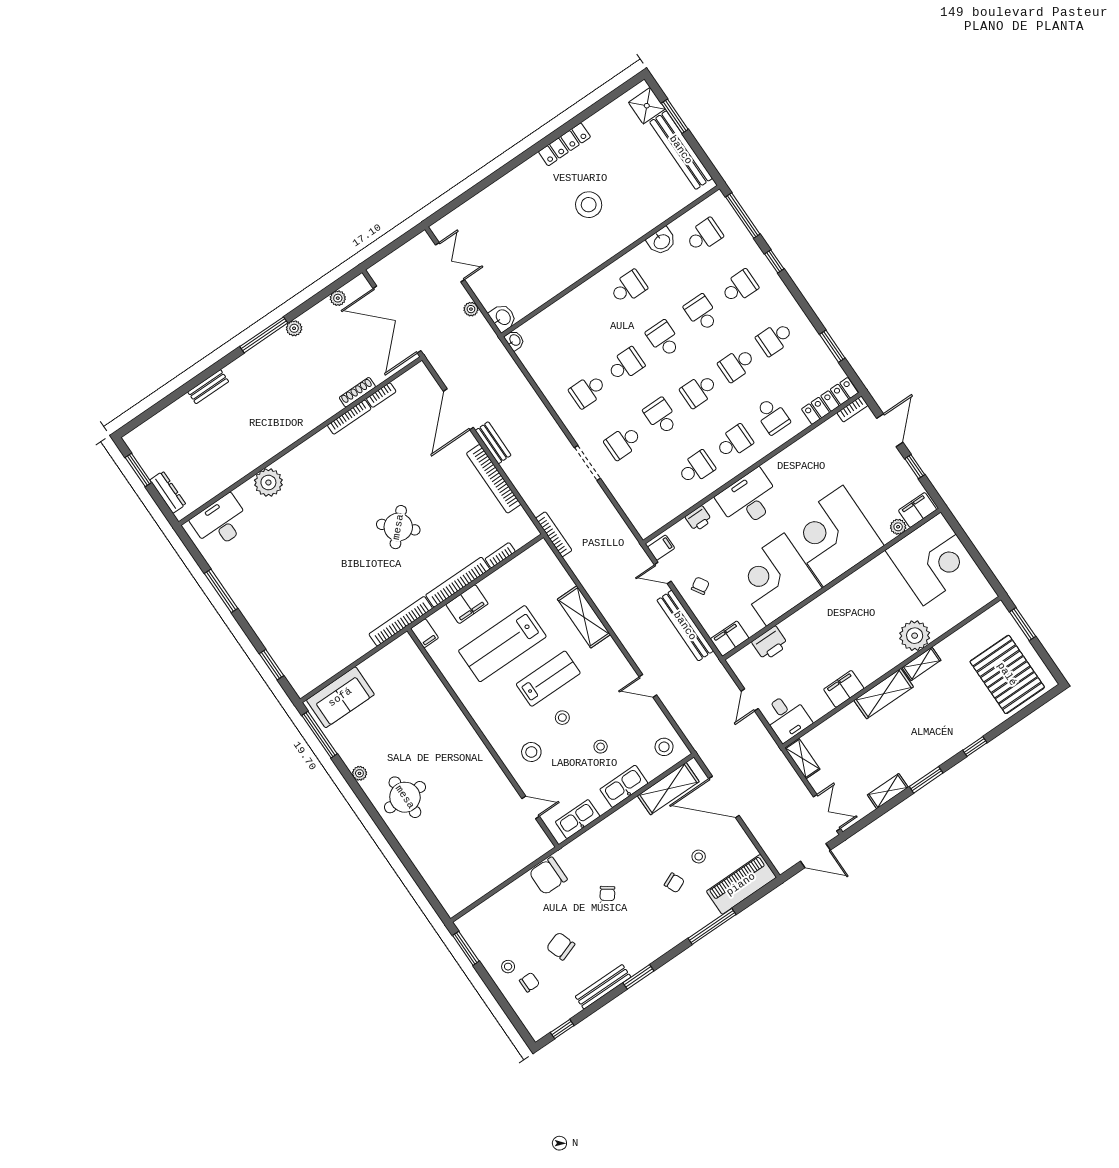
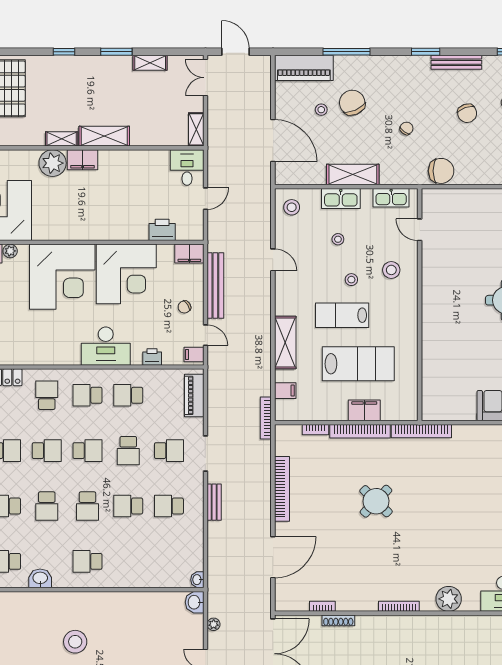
school desk: (588, 391) -> (169, 506), turned 180
bookcase: (349, 417) -> (399, 606), moved
bench: (493, 443) -> (214, 502), moved
piano: (635, 510) -> (194, 395), added
filing cabinet: (425, 633) -> (285, 391), moved, turned 90
filing cabinet: (844, 689) -> (83, 160), moved
shelving: (668, 789) -> (353, 175), moved
chair: (674, 883) -> (352, 103), width x1.87, depth x1.87

